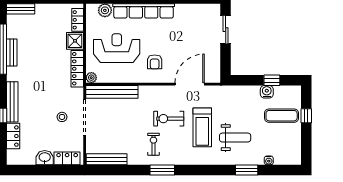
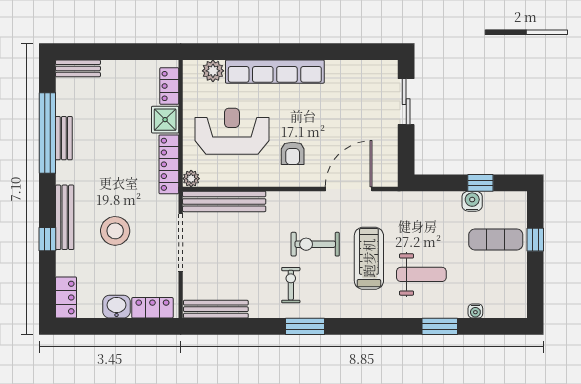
stool: (62, 117) -> (115, 231), moved, width x1.89, depth x1.89
treadmill: (202, 127) -> (369, 258), turned 180
locker: (13, 136) -> (66, 298), moved

